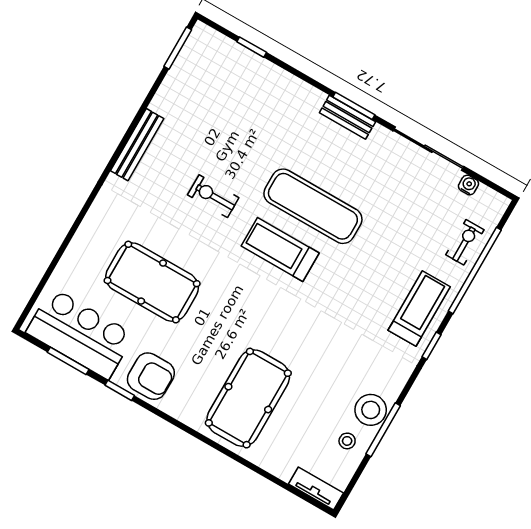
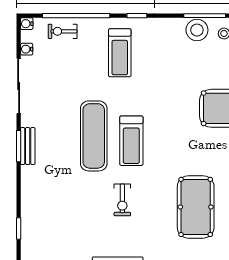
water cooler: (500, 203) -> (27, 24), added
treadmill: (419, 309) -> (120, 53), moved, turned -90

